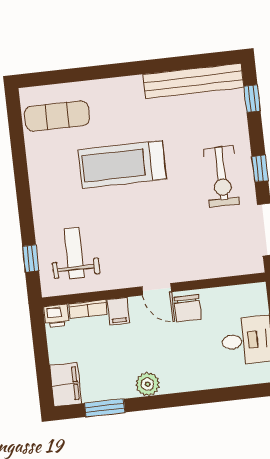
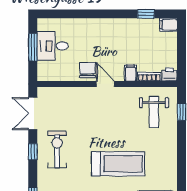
filing cabinet: (66, 384) -> (168, 25), width x0.50
plant: (148, 384) -> (118, 26), removed
window: (105, 408) -> (146, 14), width x0.67

